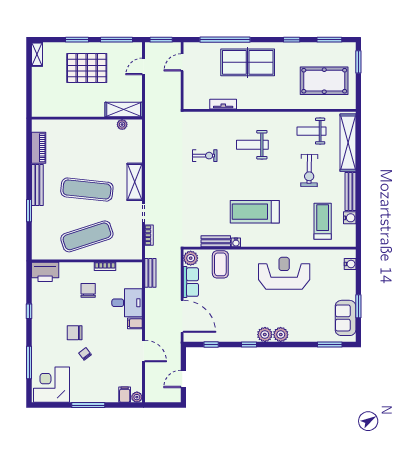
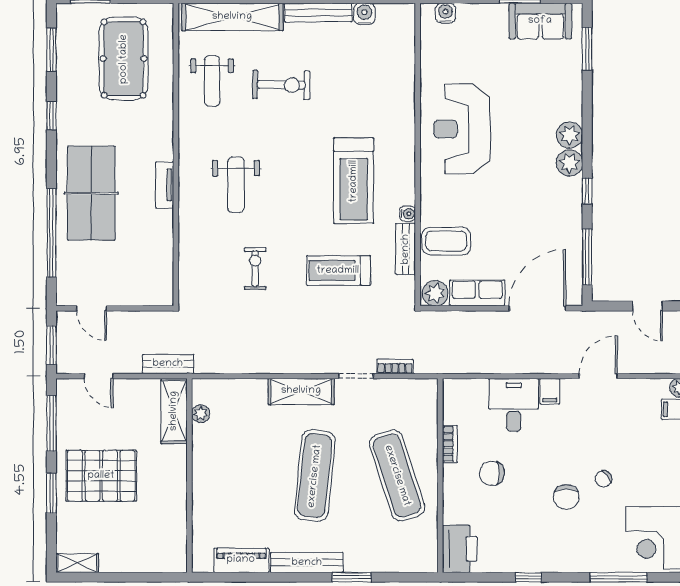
pallet: (87, 68) -> (101, 476), turned 90
tv unit: (223, 104) -> (165, 185), moved
treadmill: (323, 221) -> (338, 271), moved
bench: (150, 273) -> (168, 364), moved
window: (211, 345) -> (587, 257), width x2.17

